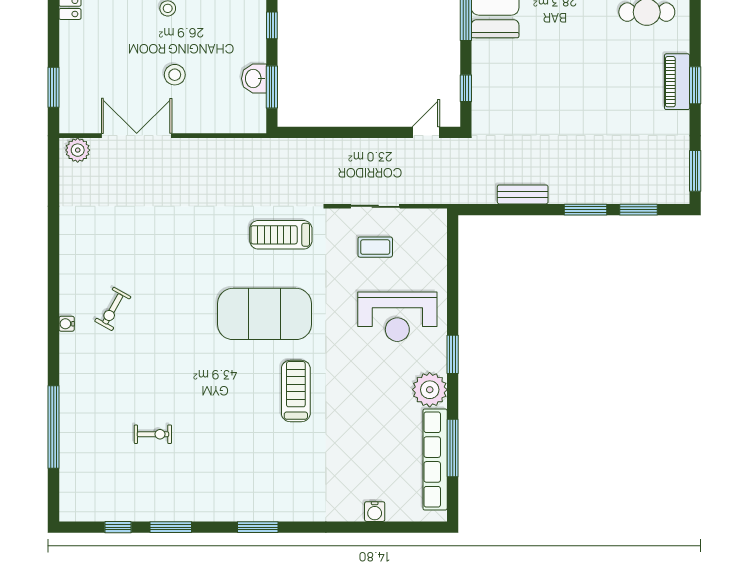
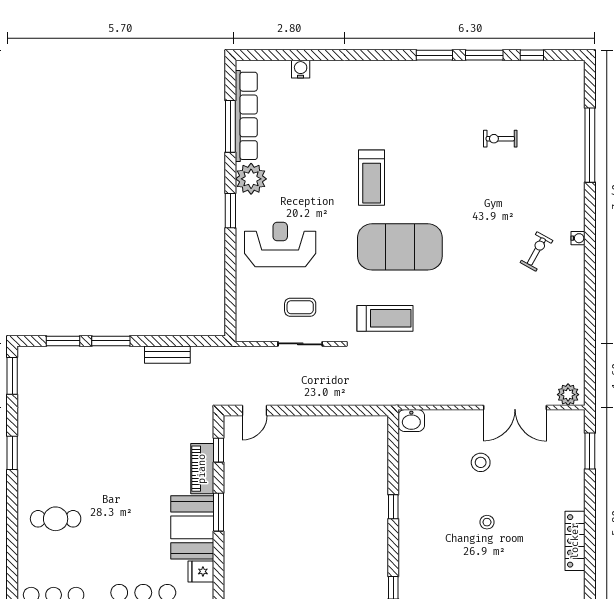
washbasin: (254, 79) -> (411, 421), moved, turned 90
piano: (677, 82) -> (202, 469), moved, turned 180
window: (272, 87) -> (393, 451), removed
window: (258, 527) -> (434, 55), moved

